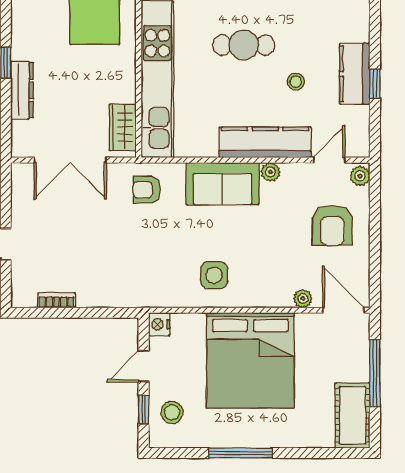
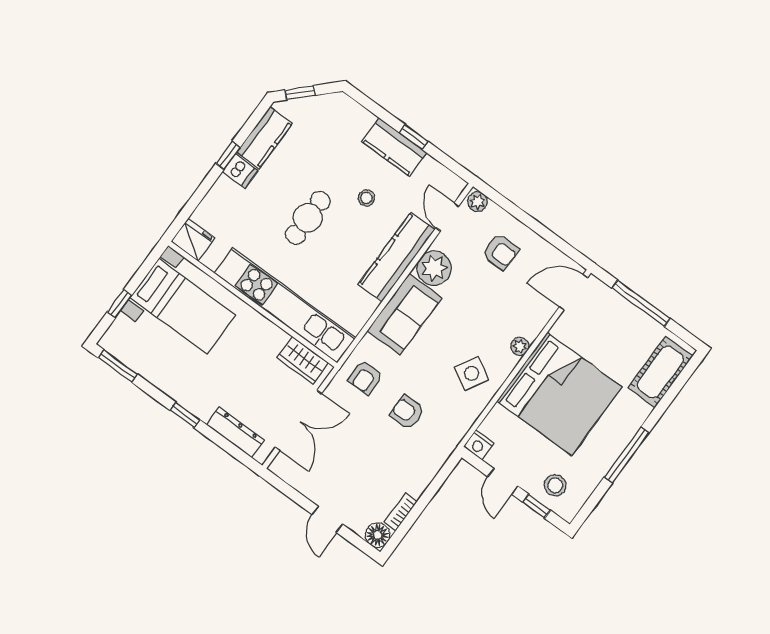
dresser: (22, 90) -> (235, 432), moved
plant: (270, 172) -> (434, 268), width x1.88, depth x1.88
armchair: (332, 225) -> (500, 252), width x0.72, depth x0.72
armchair: (143, 245) -> (407, 412), added
side table: (214, 275) -> (472, 373), turned 30
floor lamp: (23, 295) -> (378, 535), added
plant: (303, 299) -> (520, 346), moved
cot: (353, 415) -> (660, 372), moved, turned 90

